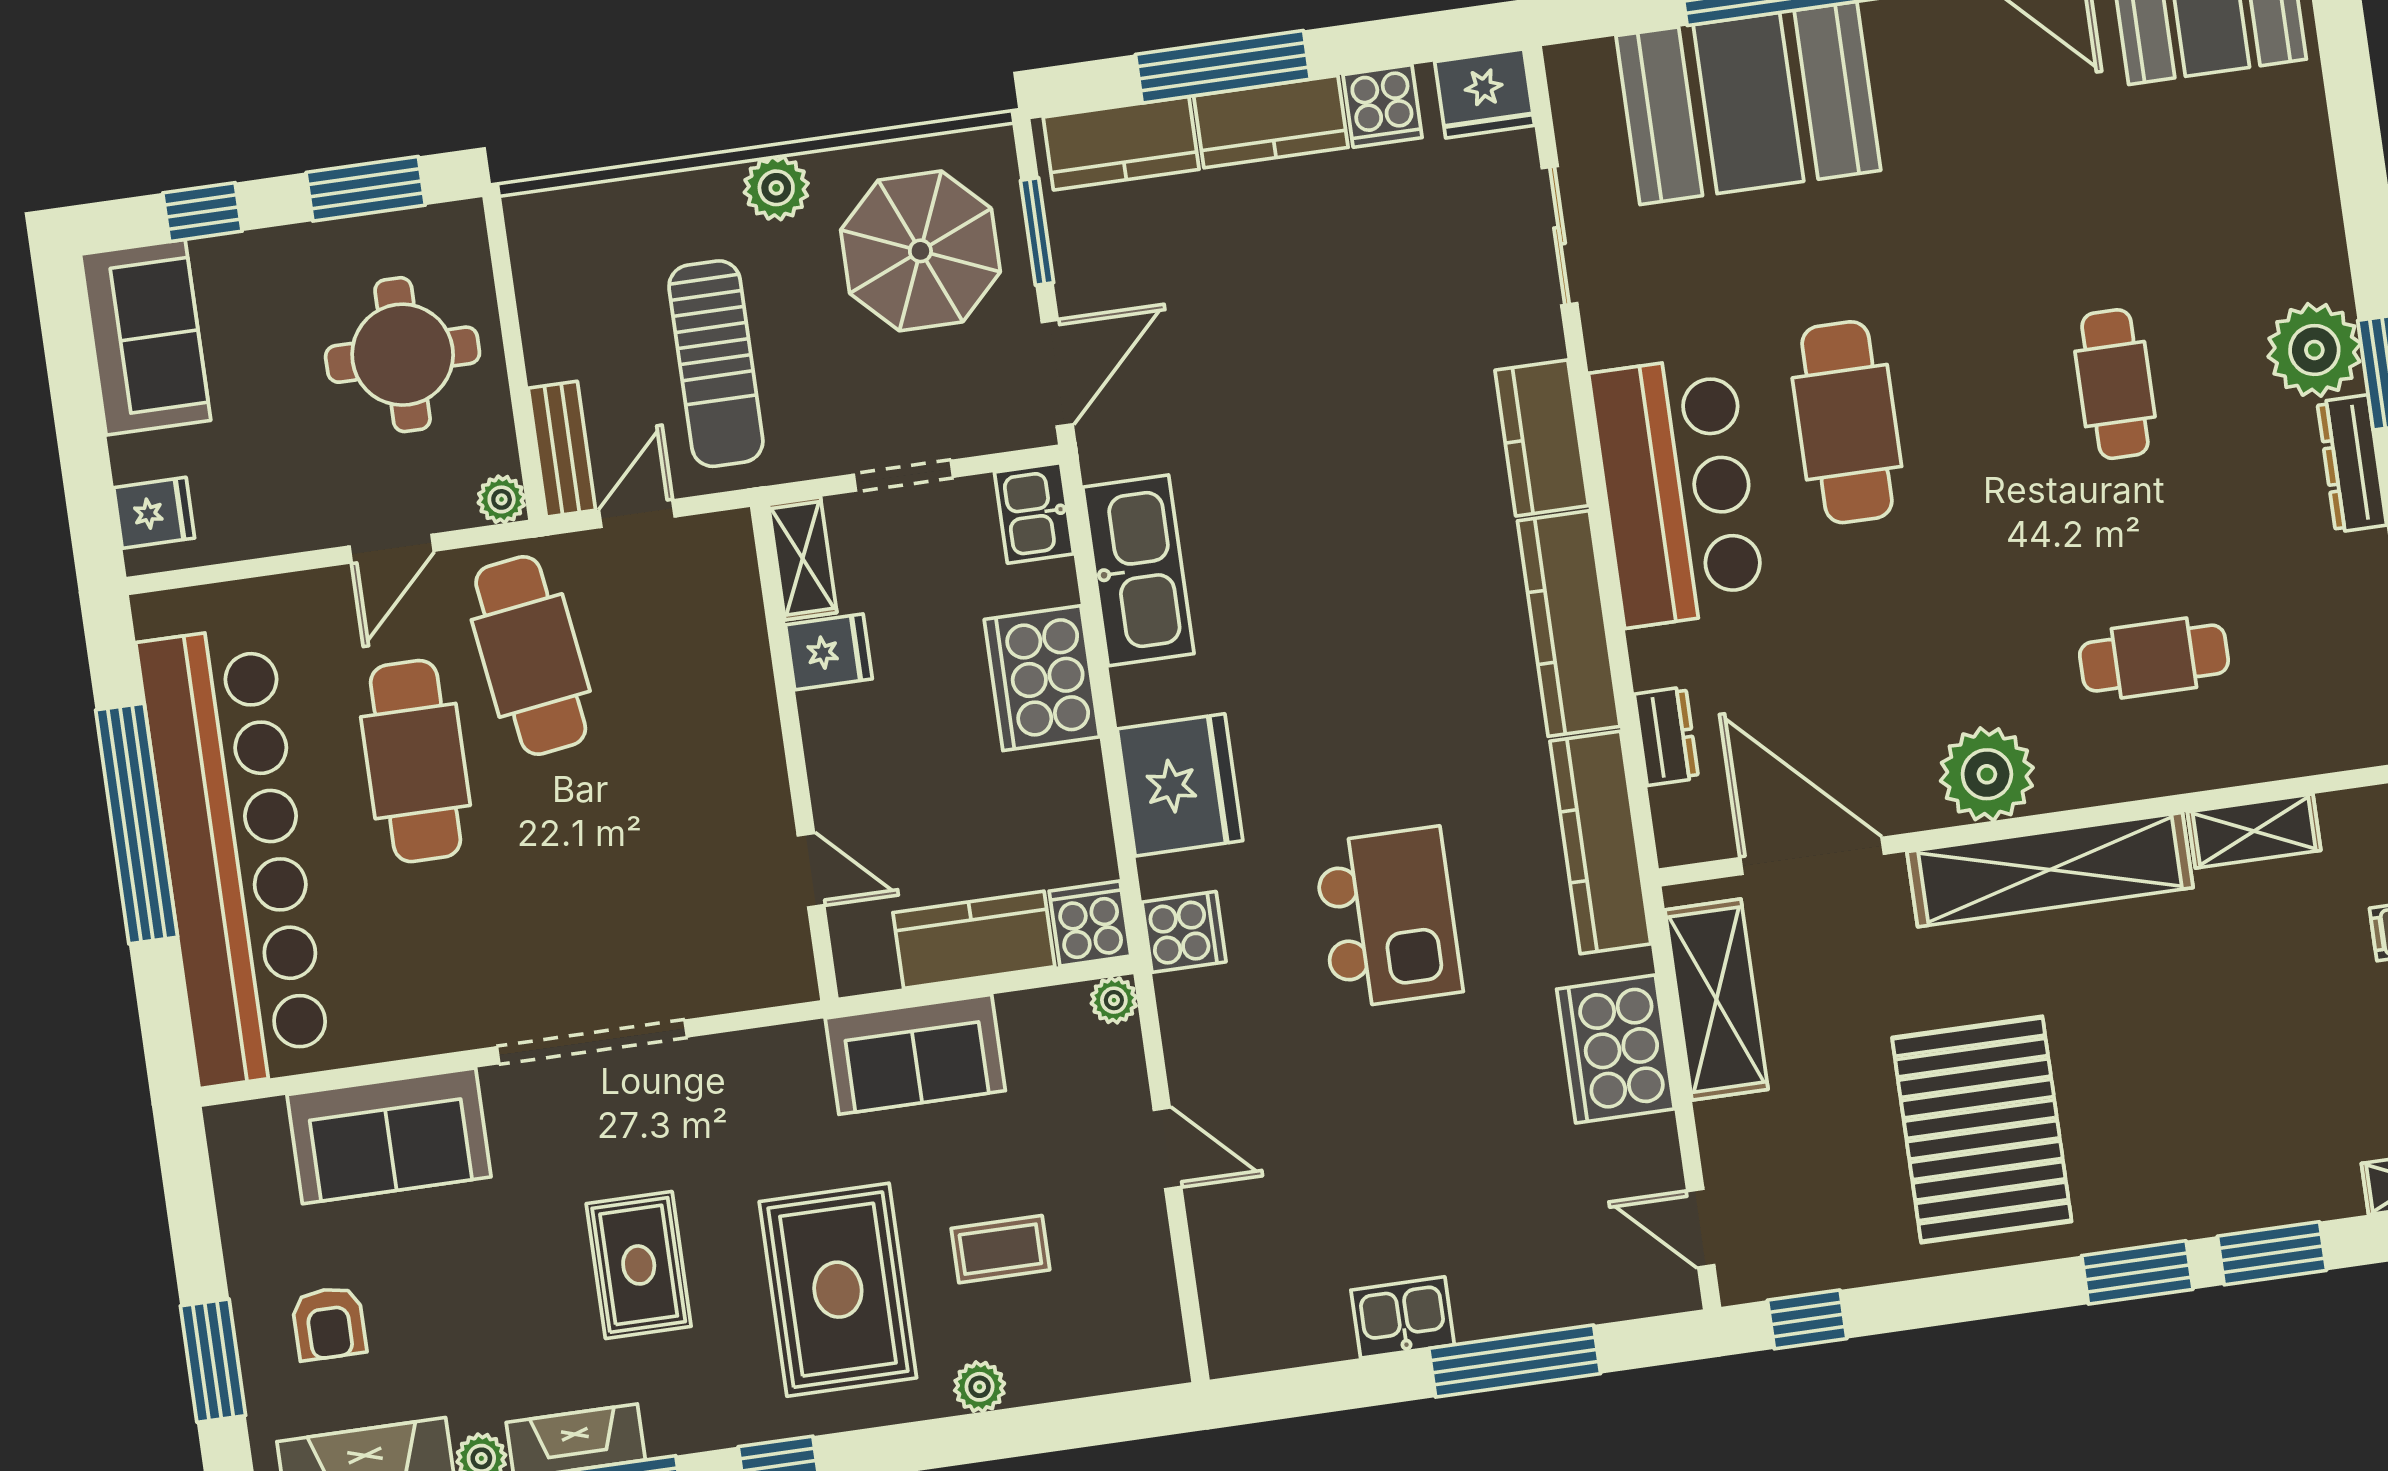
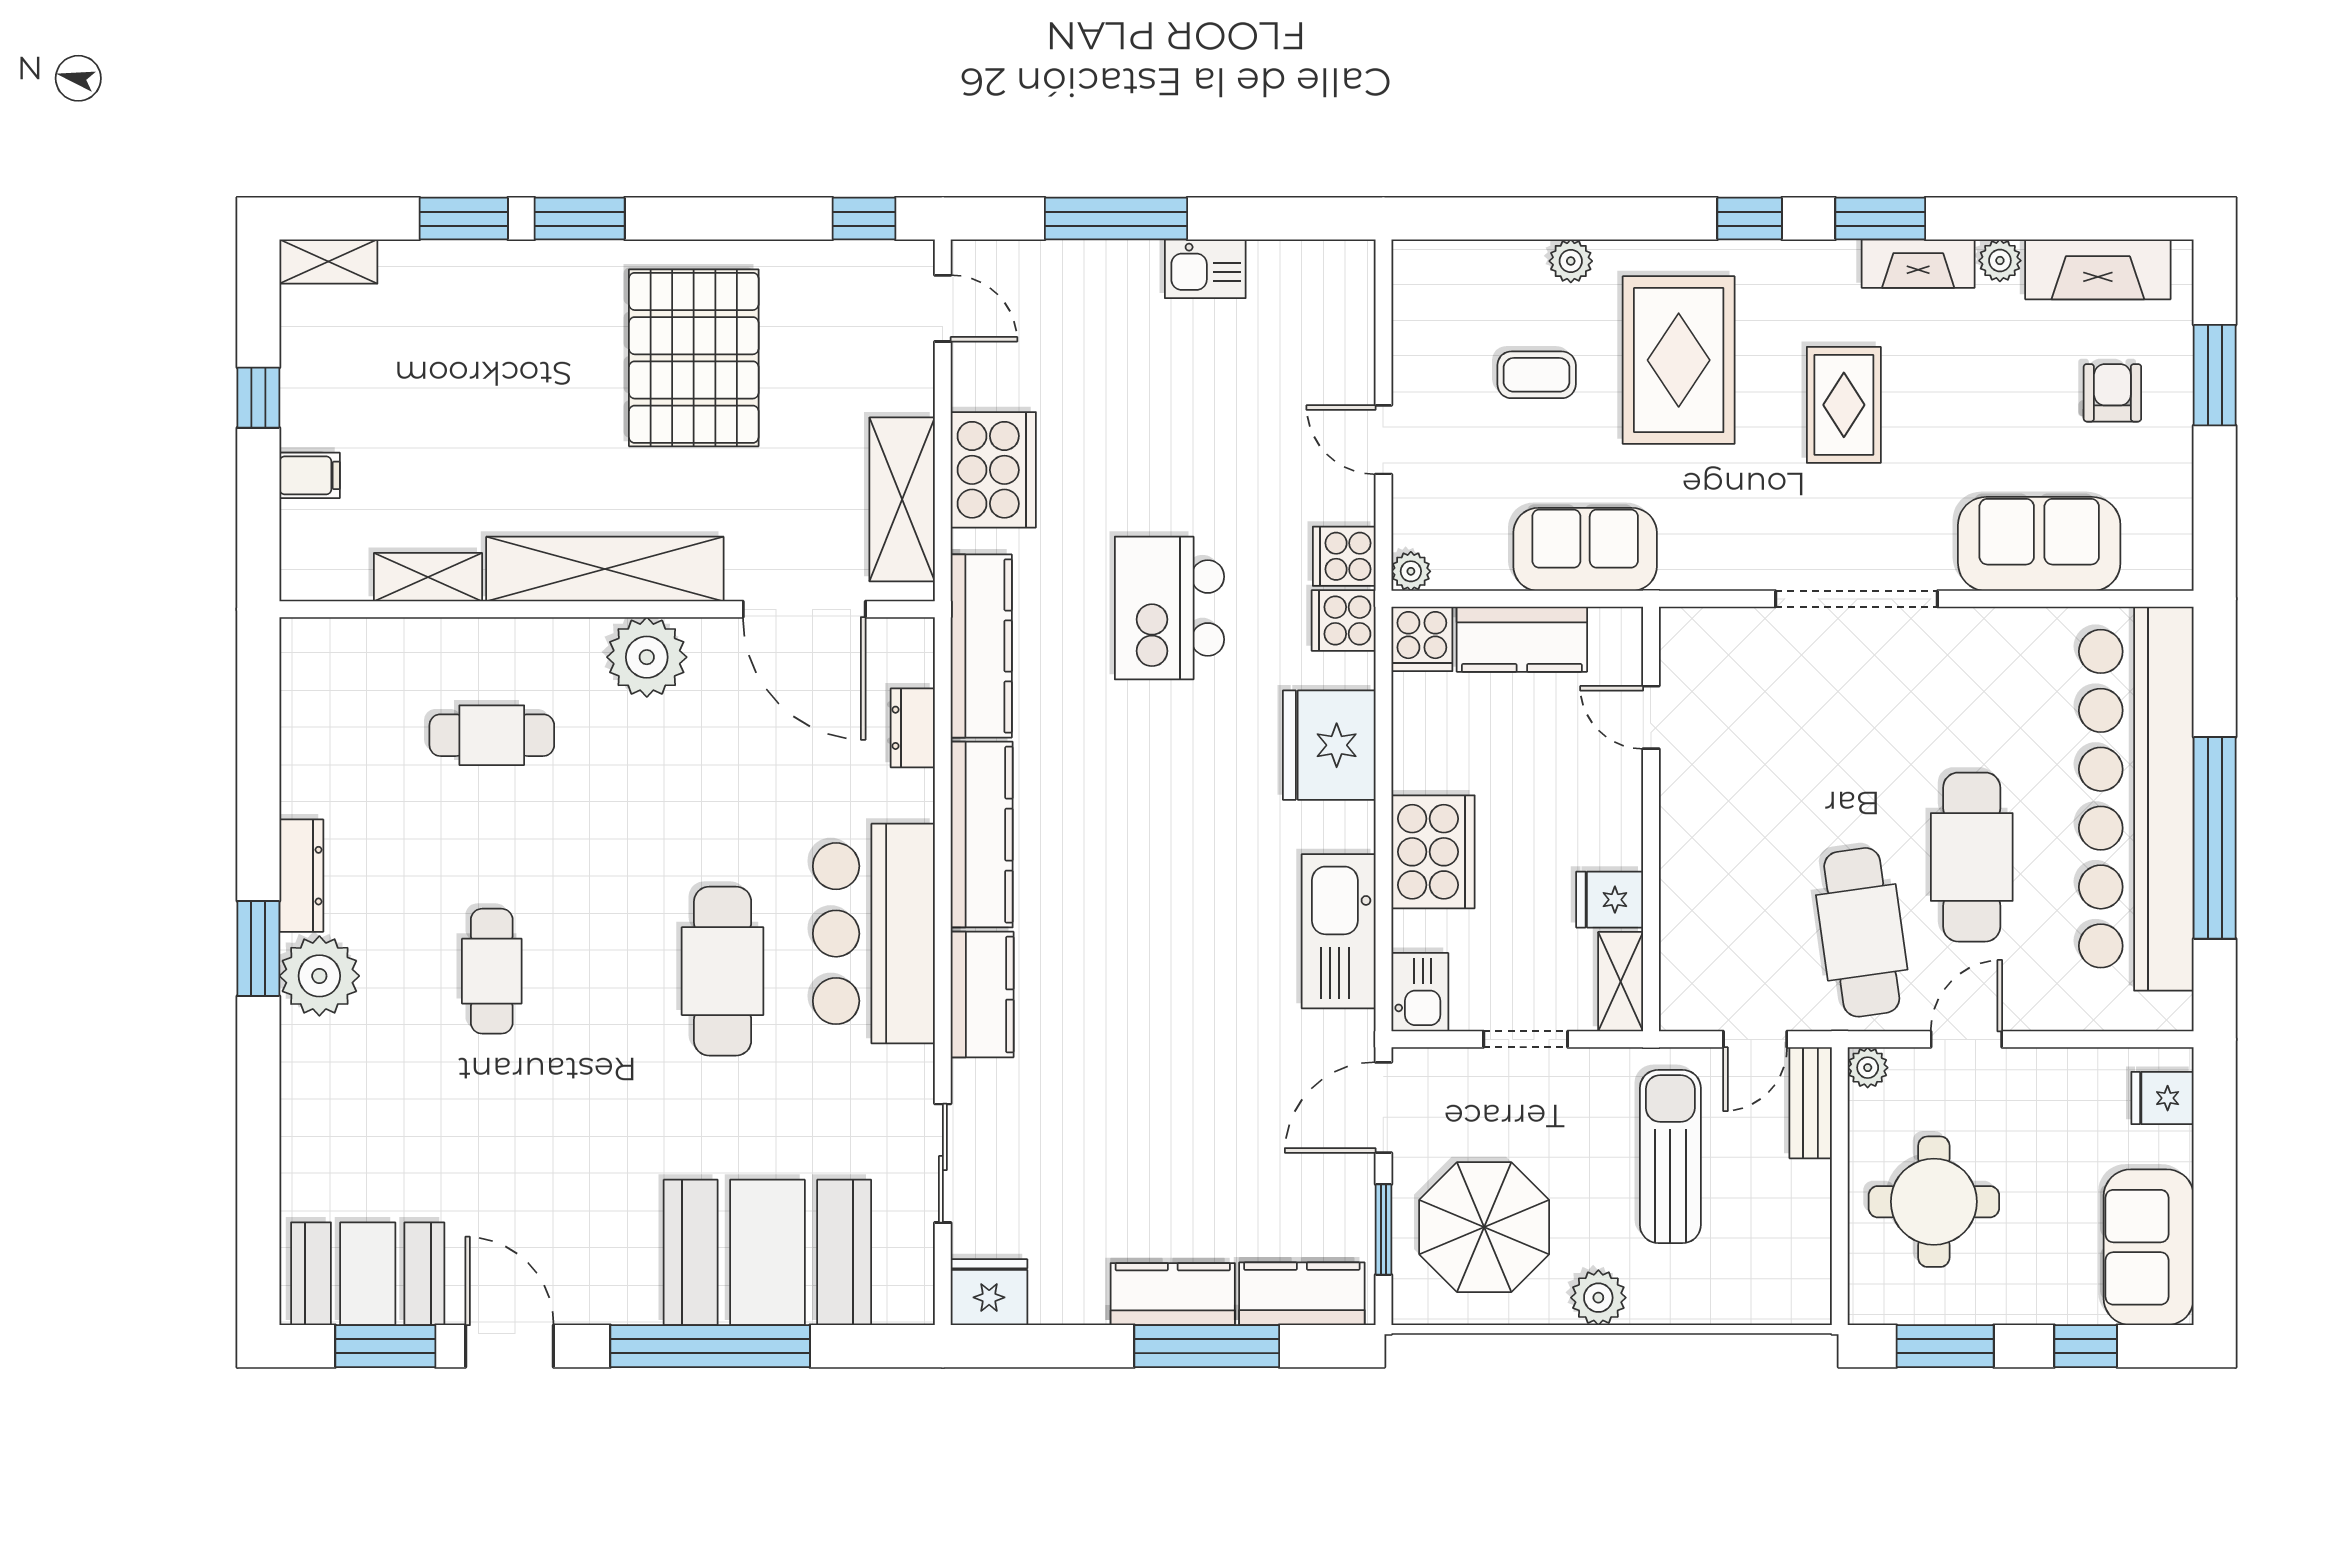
cooker: (1383, 106) -> (1344, 556), moved, turned -90

